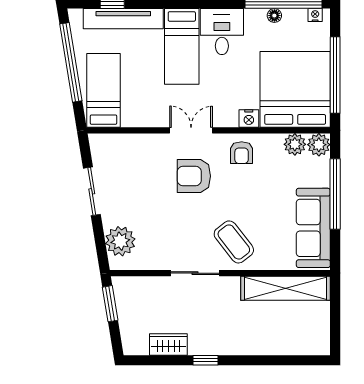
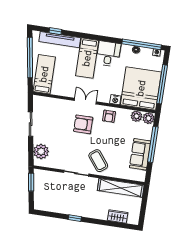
sofa: (313, 228) -> (140, 154), width x0.73
wardrobe: (168, 344) -> (118, 216), moved

